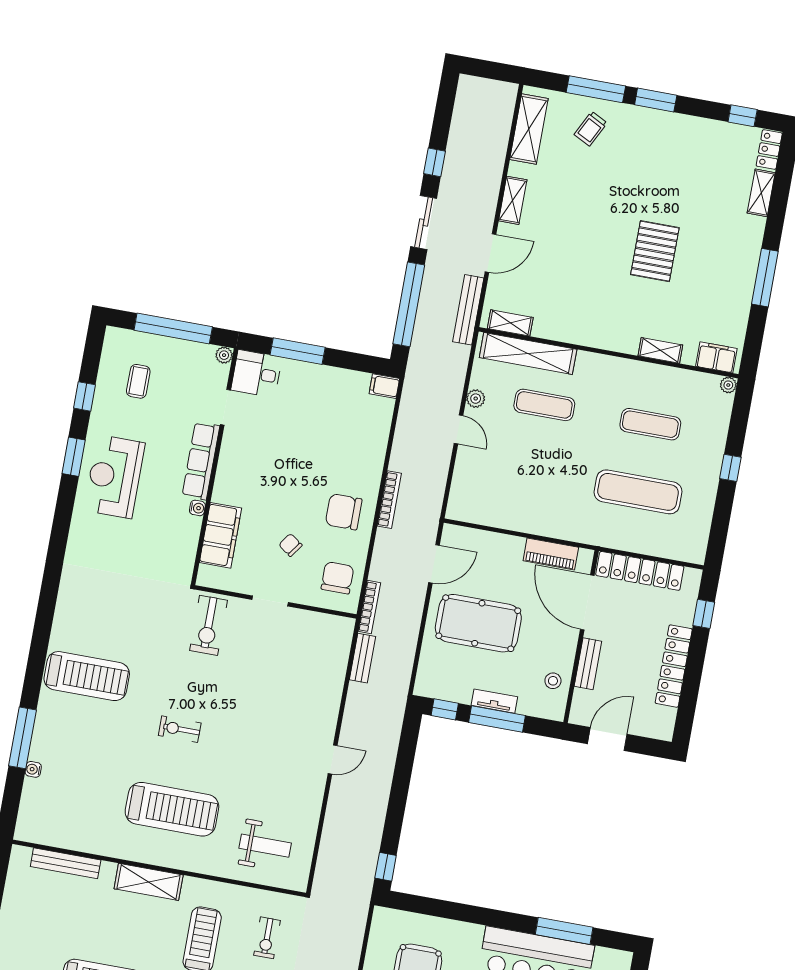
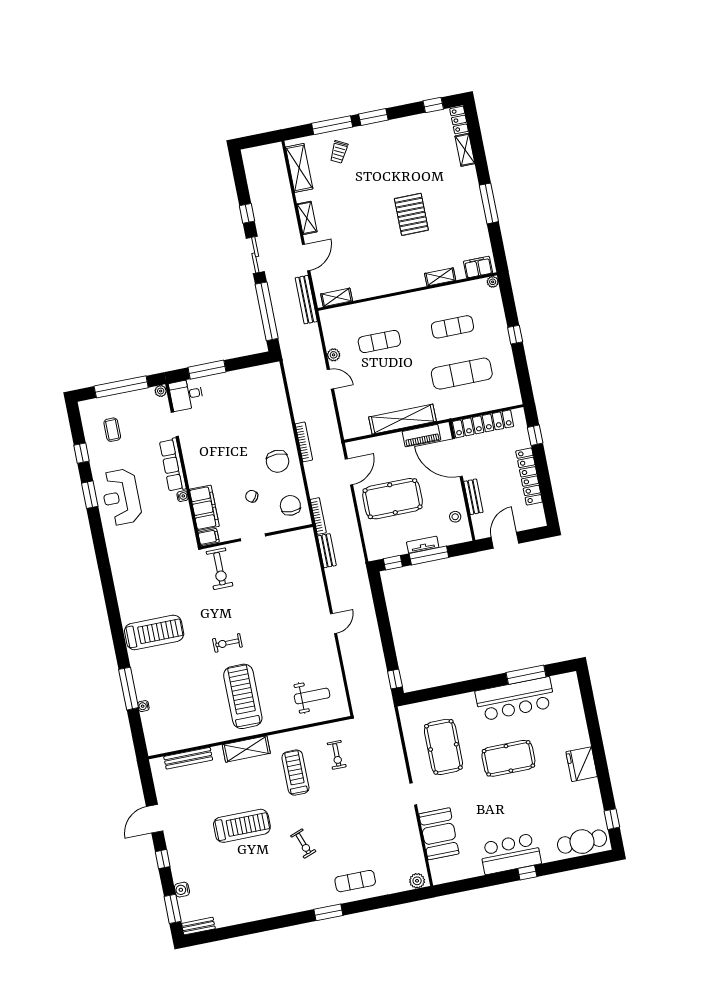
shelving: (528, 353) -> (402, 419), moved
filing cabinet: (384, 386) -> (209, 537), moved, turned 180
chair: (344, 512) -> (278, 461), turned -90
treadmill: (172, 809) -> (243, 696), turned -90

